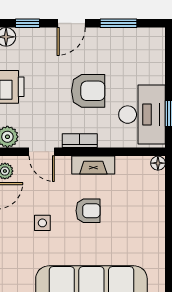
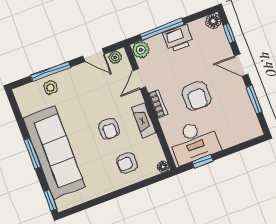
armchair: (137, 205) -> (127, 163), added
side table: (42, 223) -> (50, 88), moved

